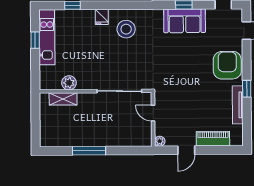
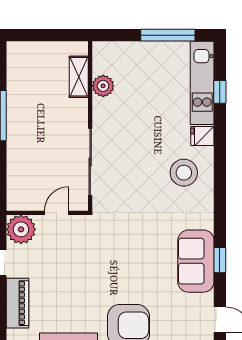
kitchen unit: (47, 37) -> (202, 83), moved, turned 90
window: (35, 40) -> (168, 35), width x2.17
plant: (160, 141) -> (21, 229), width x1.87, depth x1.87

